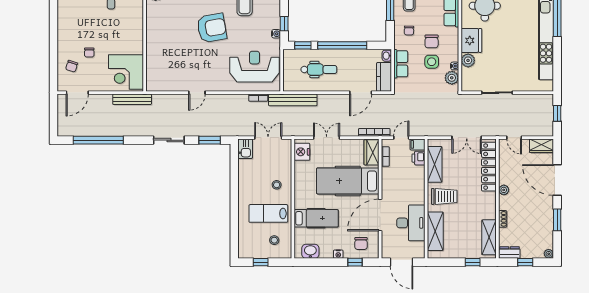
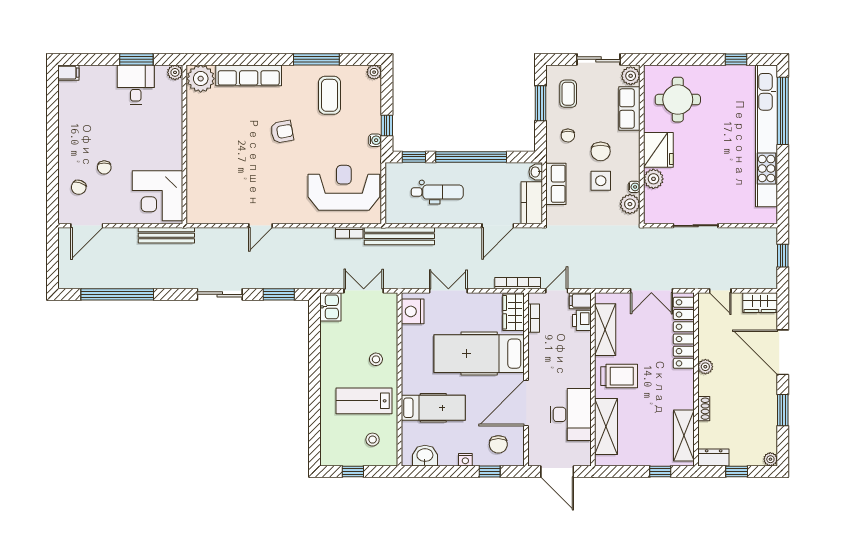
armchair: (212, 28) -> (282, 132), width x0.53, depth x0.53

